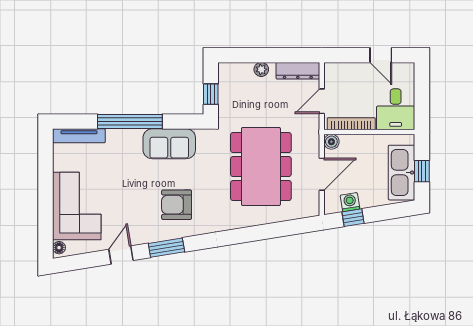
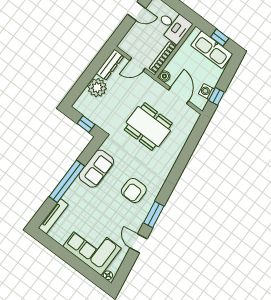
plant: (261, 69) -> (97, 88), width x1.87, depth x1.87
door: (322, 101) -> (137, 64), hinge flipped
dining table: (261, 166) -> (148, 127), width x0.73, depth x0.80

